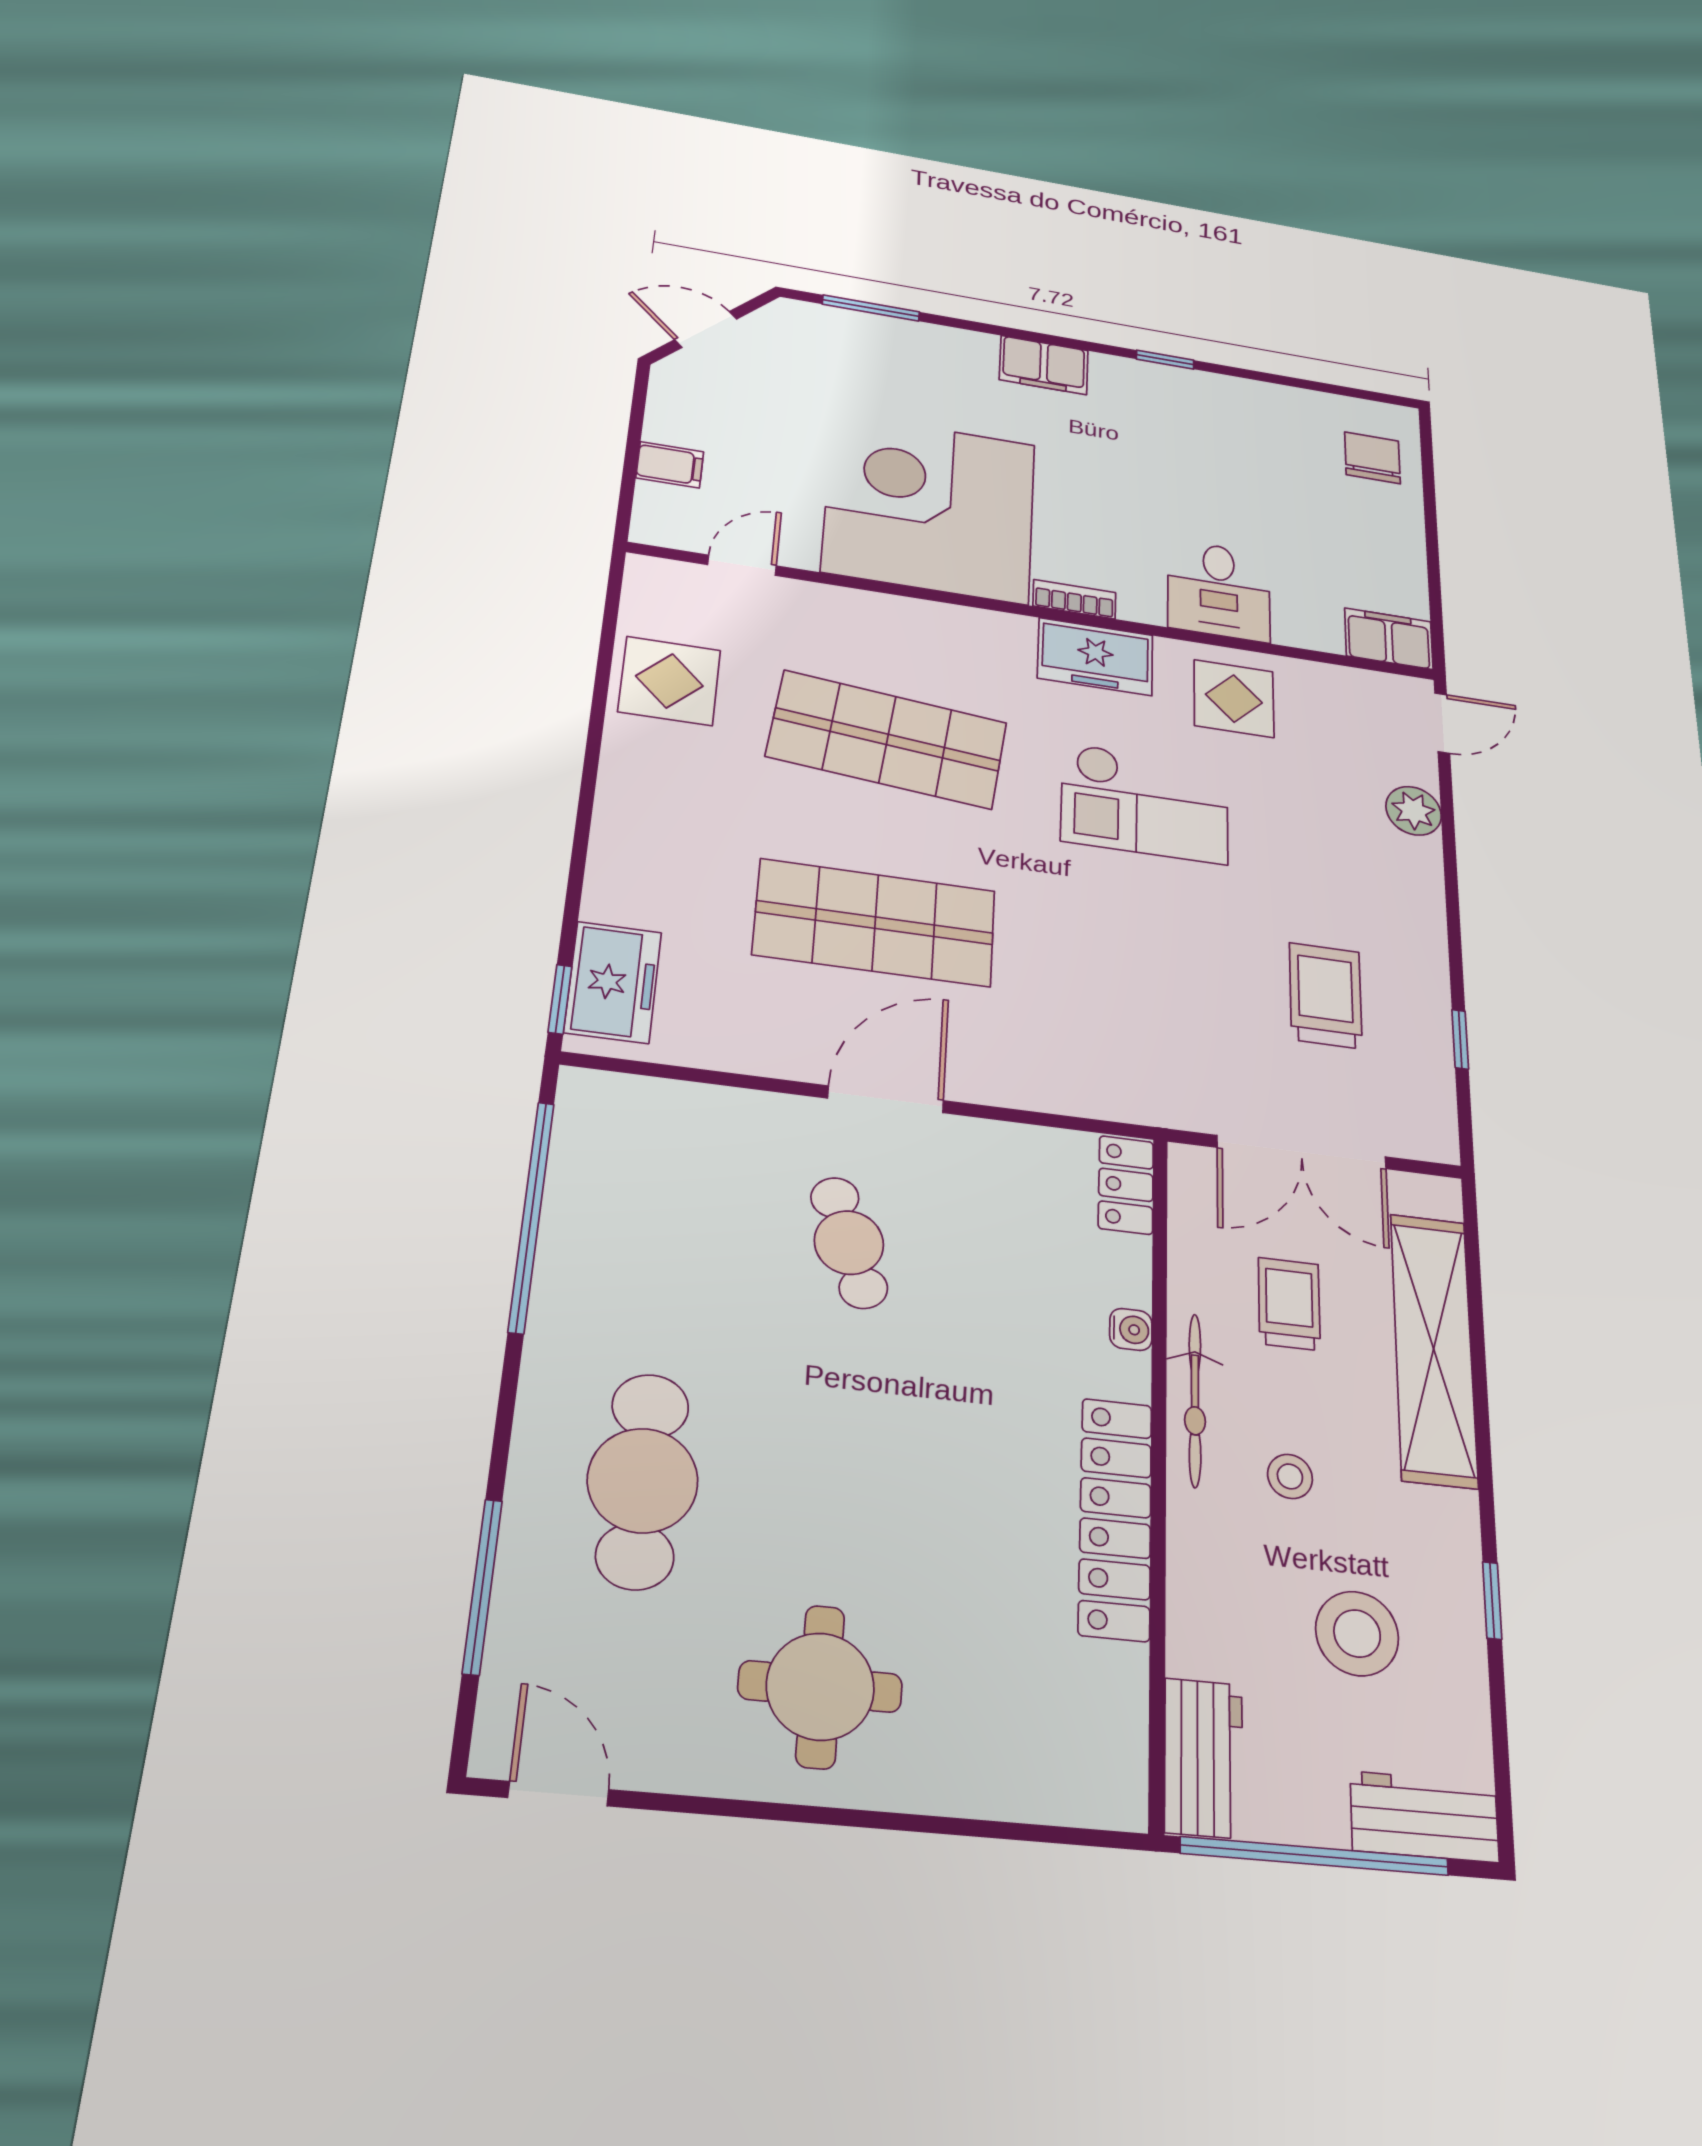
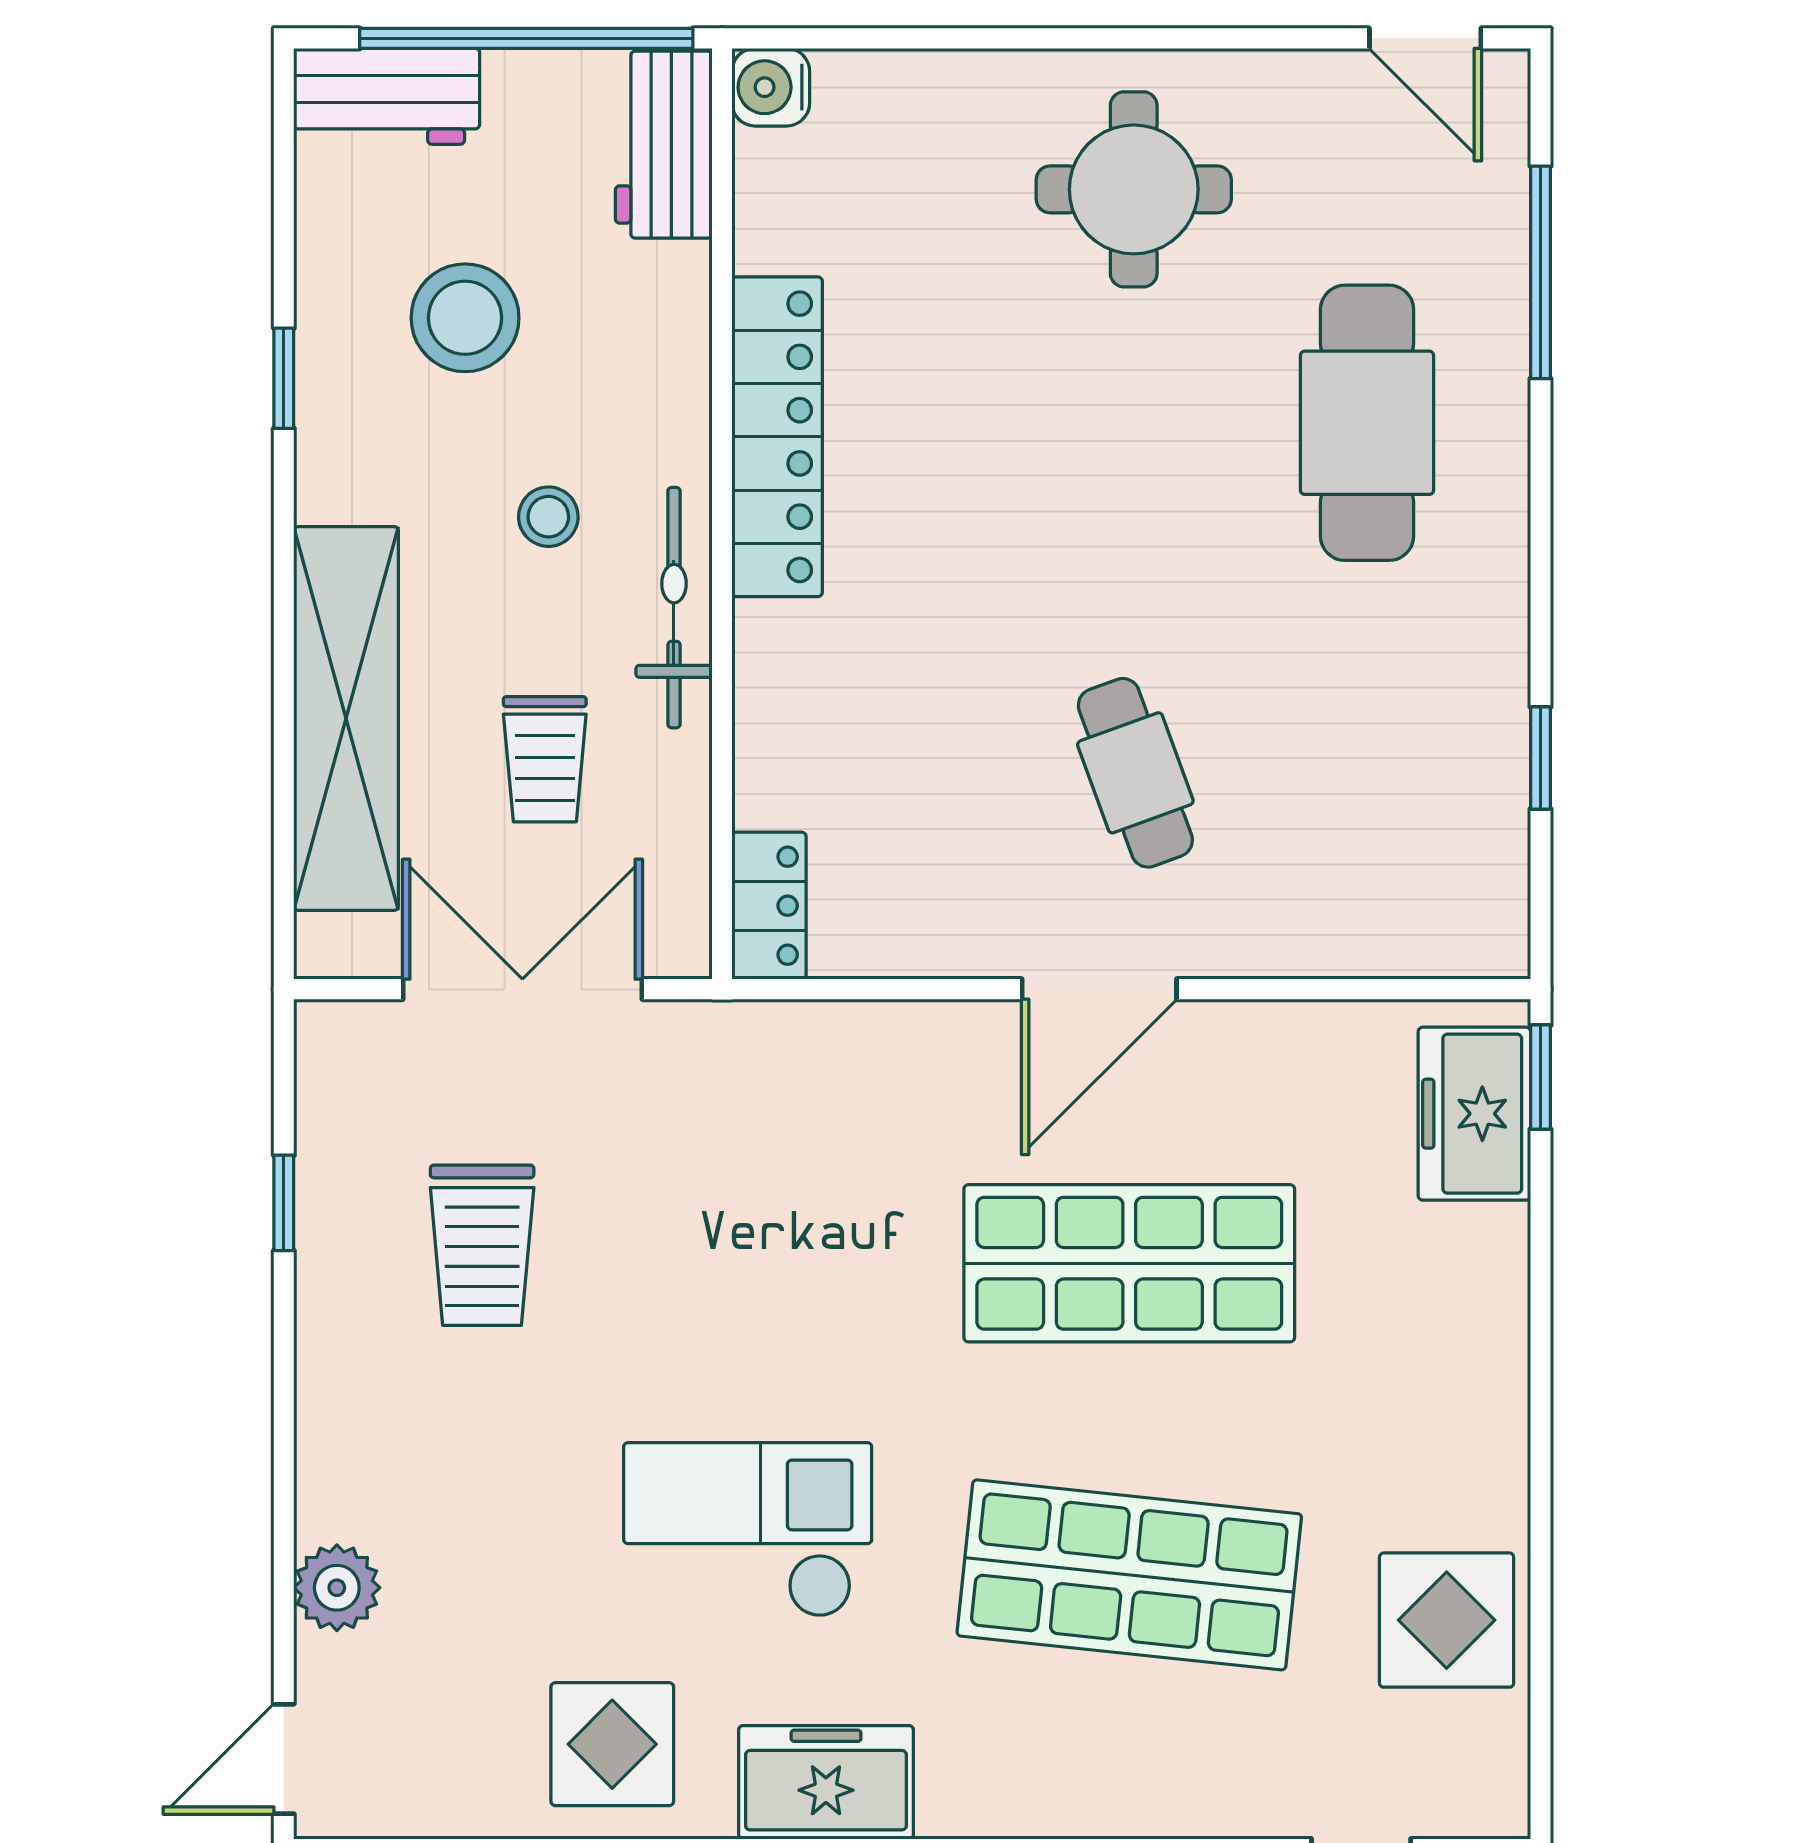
window: (531, 1216) -> (1540, 758), width x0.32
water cooler: (1131, 1329) -> (771, 87), moved, width x1.38, depth x1.38

